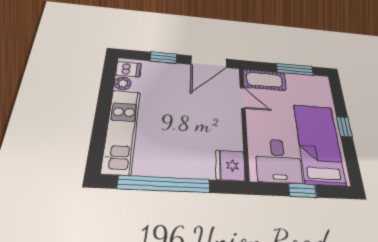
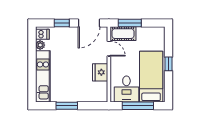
window: (295, 69) -> (130, 23), moved
fridge: (230, 165) -> (100, 72), moved
window: (164, 184) -> (67, 106), width x0.47
window: (303, 190) -> (138, 106), width x2.17

